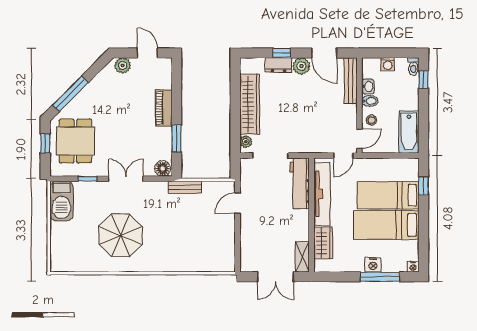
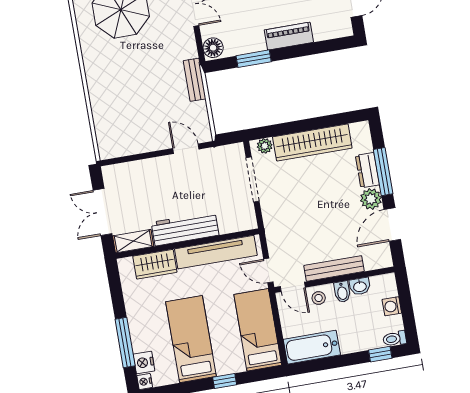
window: (282, 53) -> (383, 172), width x2.17
bench: (351, 81) -> (334, 268), moved
workbench: (300, 183) -> (185, 229), moved
window: (423, 186) -> (225, 381), moved
bed: (388, 195) -> (258, 330), moved
nightstand: (373, 265) -> (144, 362), moved

